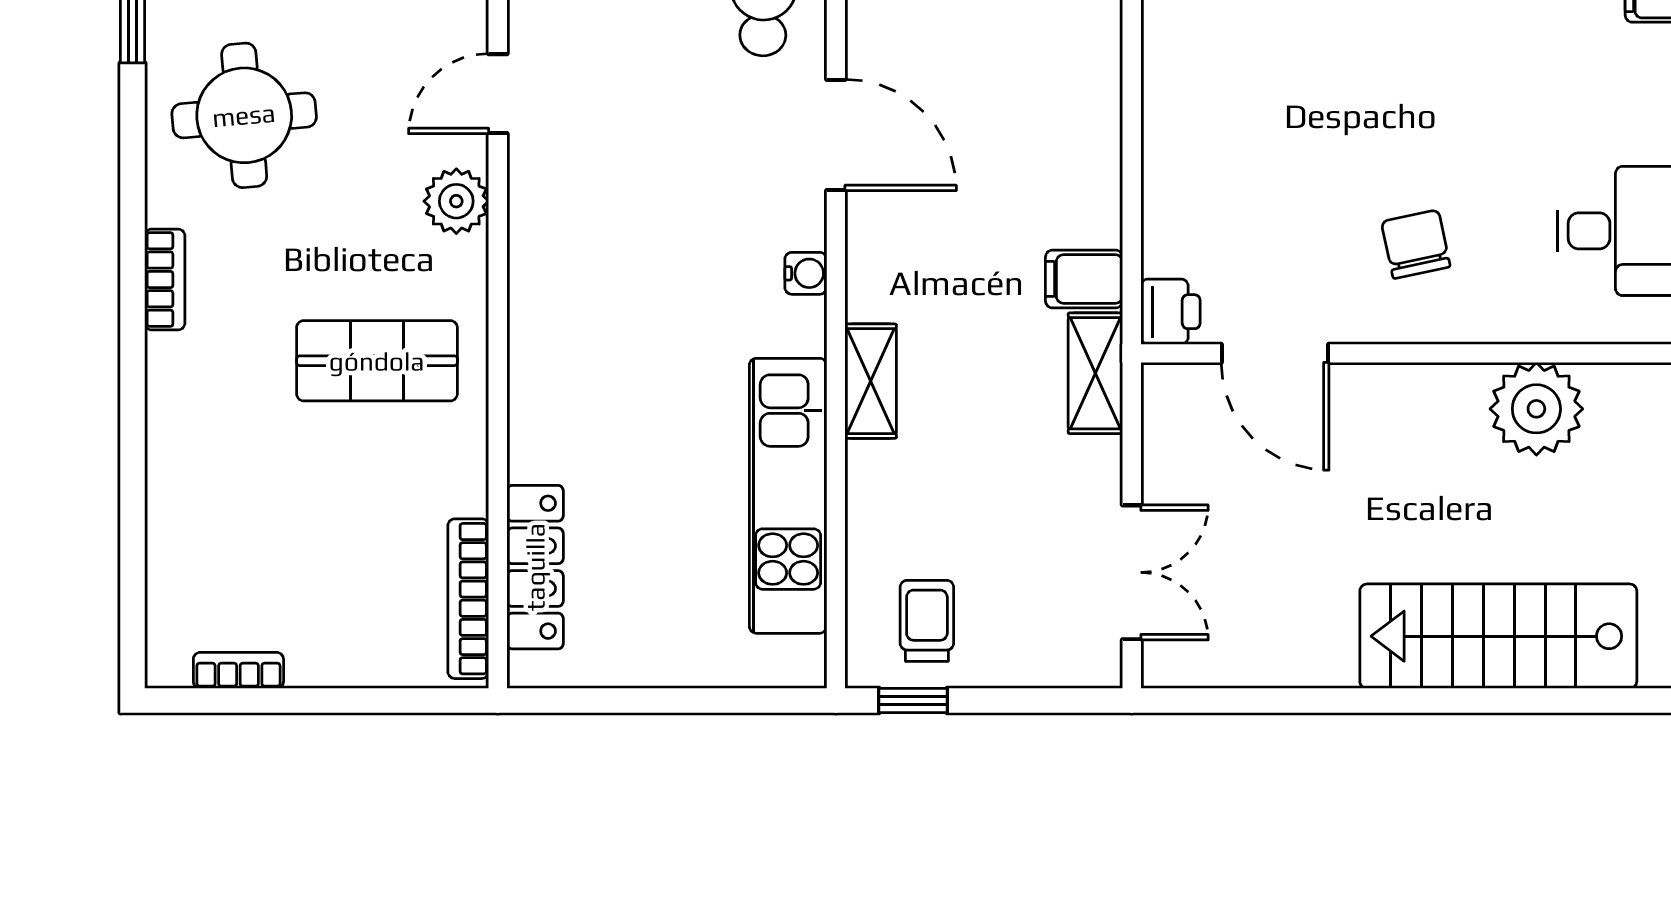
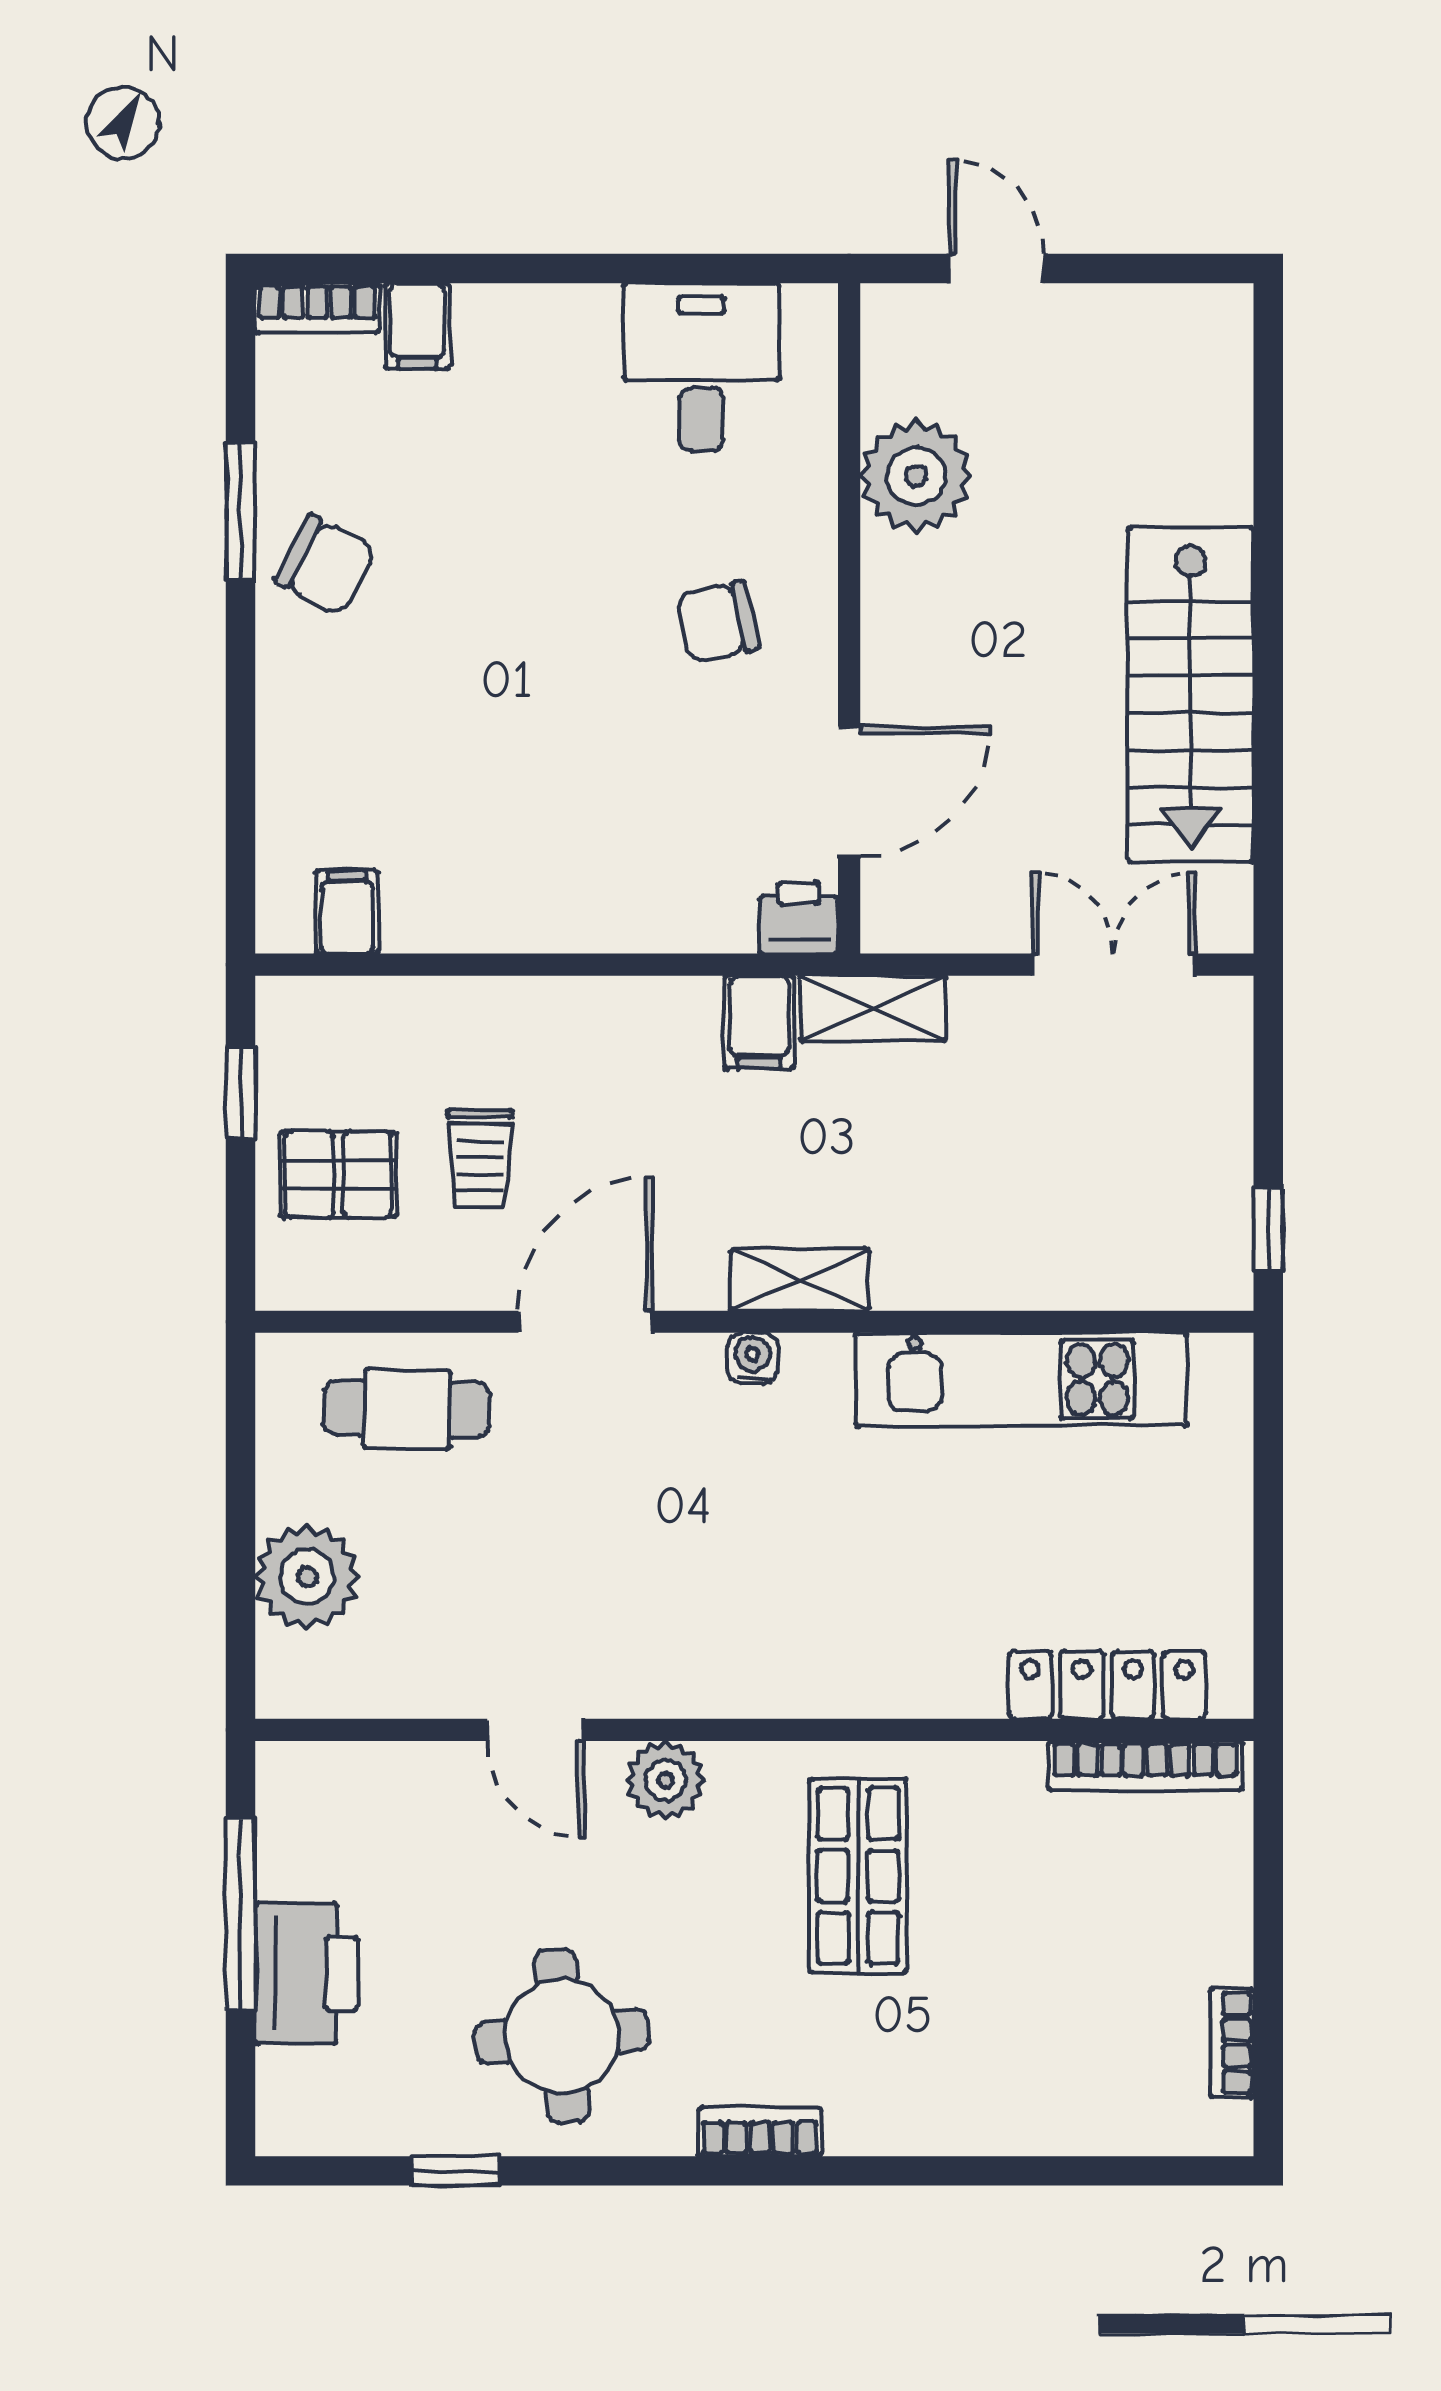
shelving: (871, 381) -> (800, 1280), moved
trolley: (927, 621) -> (480, 1159), moved, turned -90
stairs: (1498, 636) -> (1191, 695), moved

